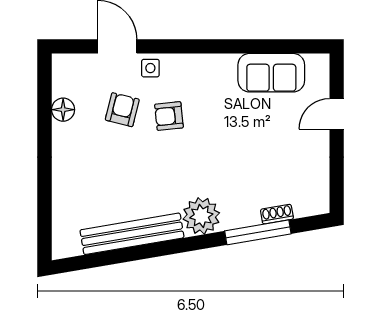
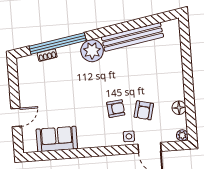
plant: (61, 63) -> (182, 135), added
window: (258, 232) -> (58, 43), width x1.46

